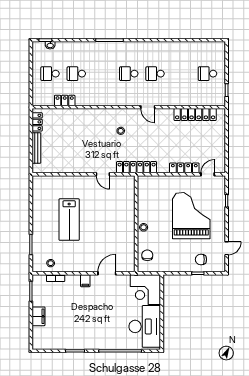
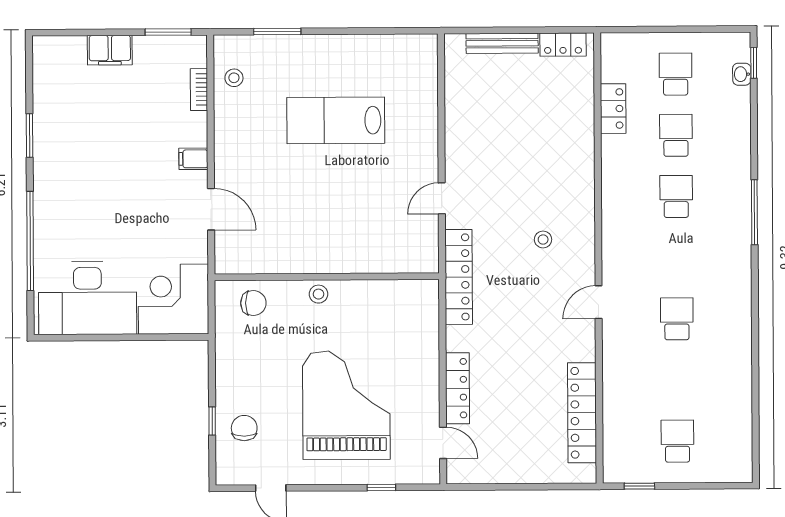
school desk: (129, 74) -> (676, 196), moved
grand piano: (191, 216) -> (346, 405), turned -90

